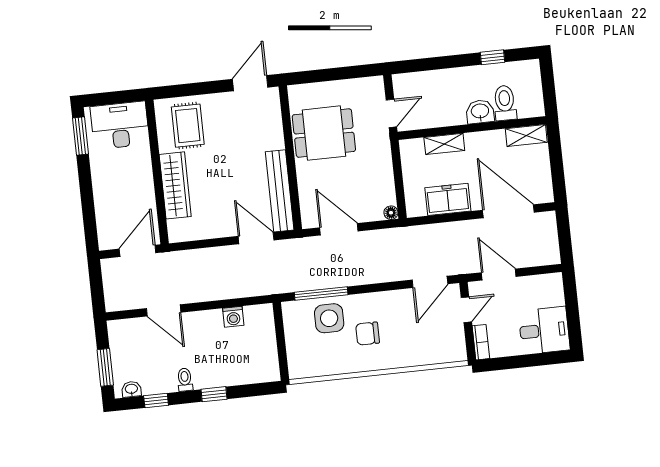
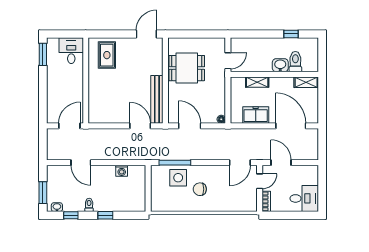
desk: (120, 125) -> (71, 51), width x0.73
wardrobe: (175, 185) -> (96, 90), removed

